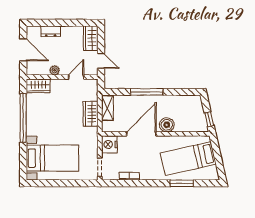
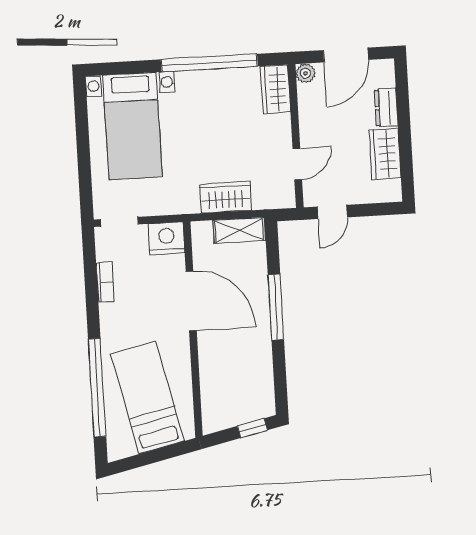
wardrobe: (91, 38) -> (385, 154), moved, turned -90
plant: (55, 70) -> (306, 73), moved
door: (76, 77) -> (297, 164), hinge flipped
window: (209, 119) -> (252, 428), moved
boiler: (167, 125) -> (212, 351), removed
window: (182, 183) -> (97, 388), width x2.11

